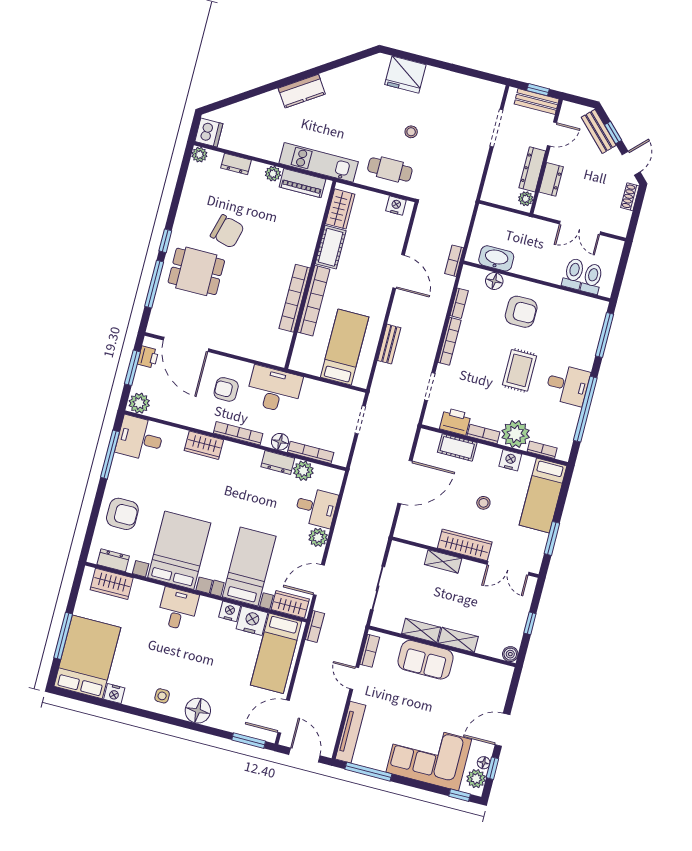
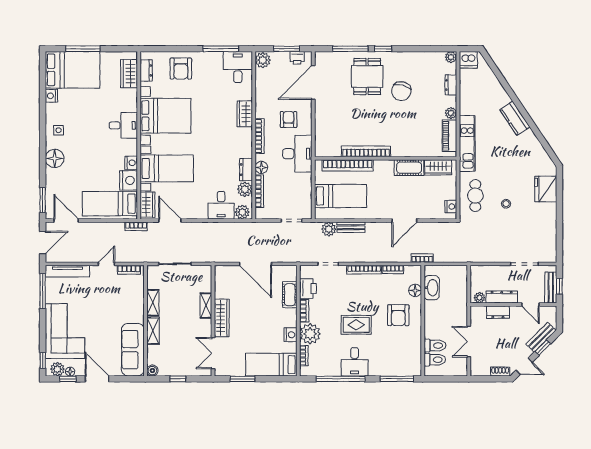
bookcase: (314, 301) -> (348, 165), moved
plant: (384, 374) -> (329, 229), added
stool: (483, 503) -> (255, 324), removed
plant: (318, 537) -> (242, 212), moved
sofa: (426, 660) -> (133, 350), moved, width x1.36

